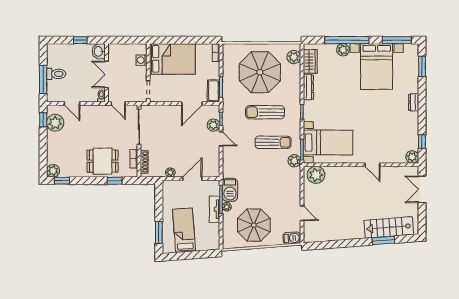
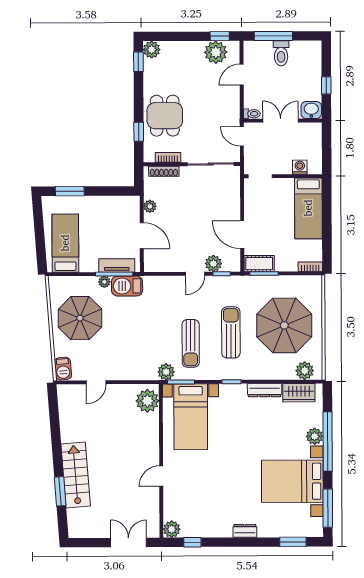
bed: (172, 59) -> (308, 208), width x0.67
door: (118, 103) -> (242, 136), hinge flipped
tv unit: (215, 209) -> (117, 265), moved
stairs: (389, 227) -> (76, 475), moved
bed: (184, 230) -> (65, 243), moved, turned -86

